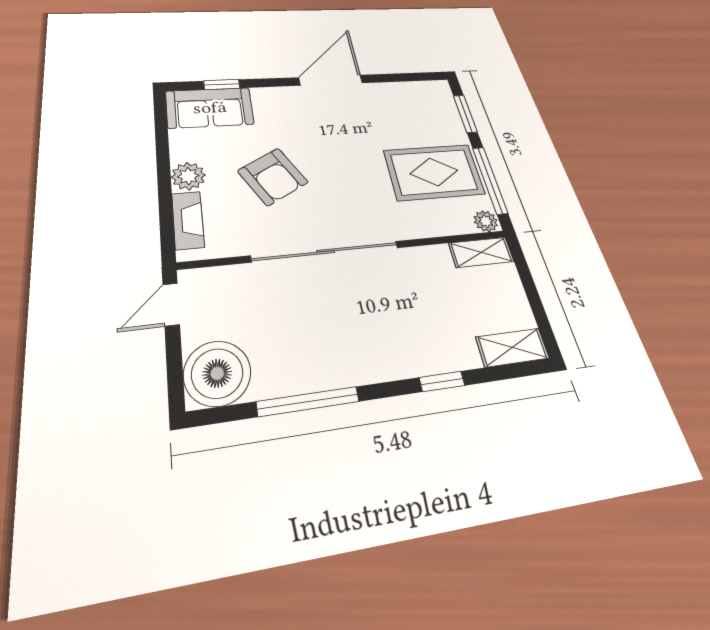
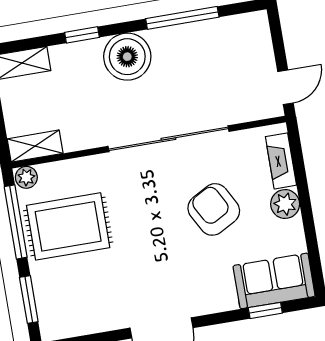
boiler: (217, 373) -> (127, 57), moved

